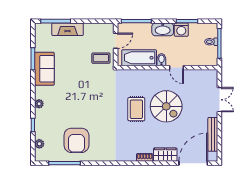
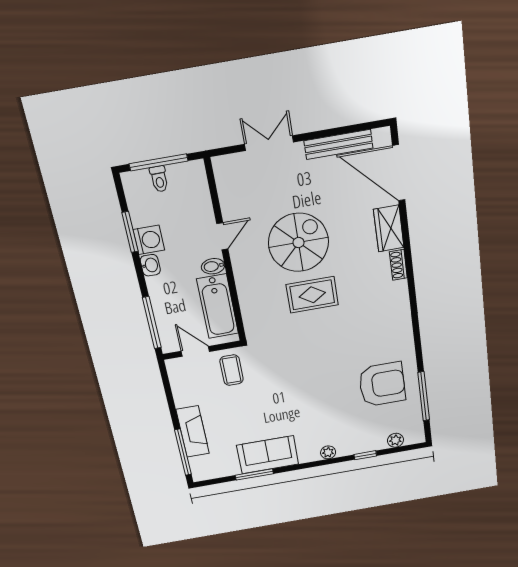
washbasin: (163, 29) -> (150, 265), width x0.52, depth x0.69

